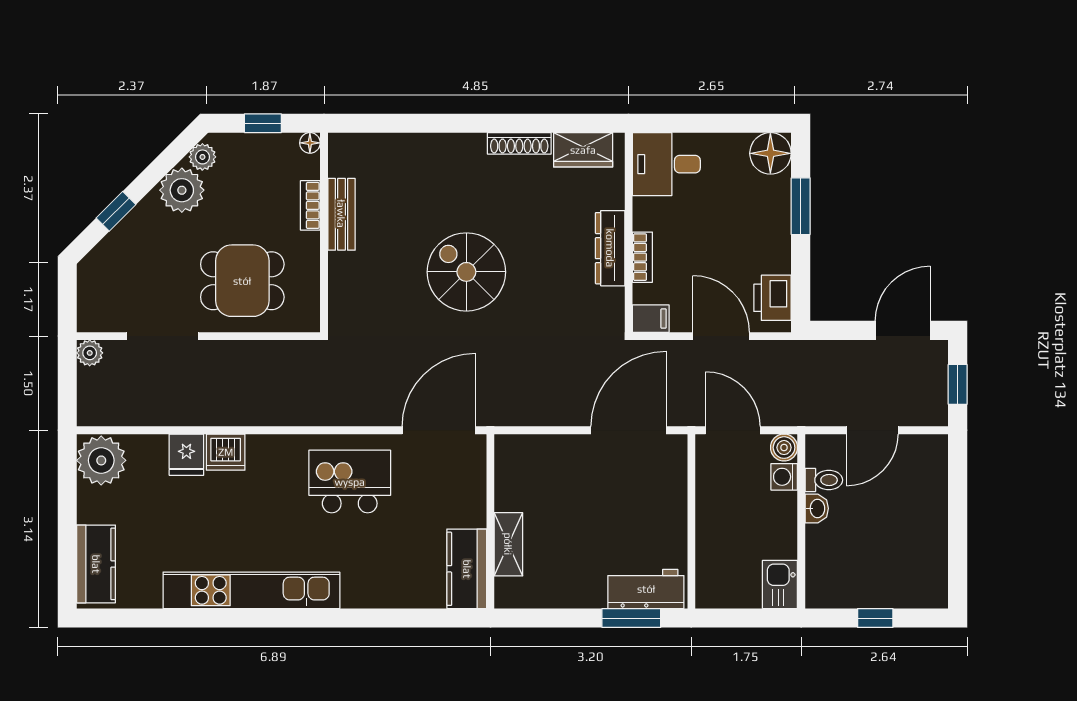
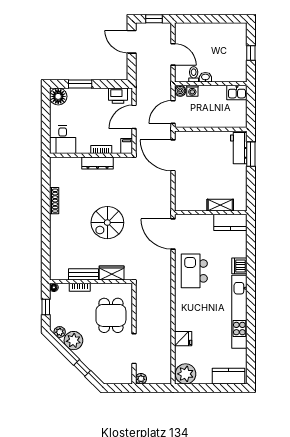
wardrobe: (583, 150) -> (112, 273), moved, turned -90
dishwasher: (226, 452) -> (239, 266), moved, turned 180

